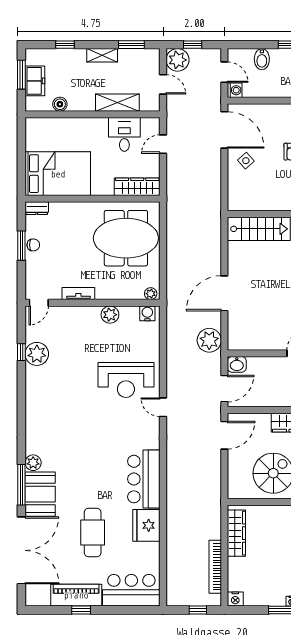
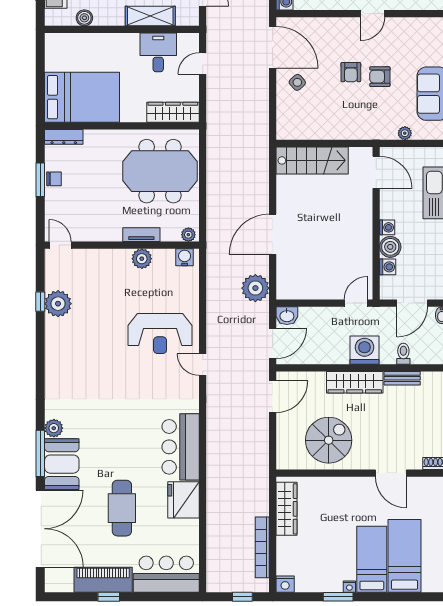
dresser: (37, 208) -> (64, 137), width x1.44
tv unit: (78, 294) -> (141, 235), moved
door: (39, 303) -> (60, 245), swing flipped

